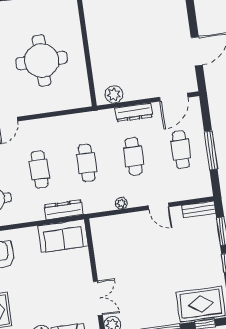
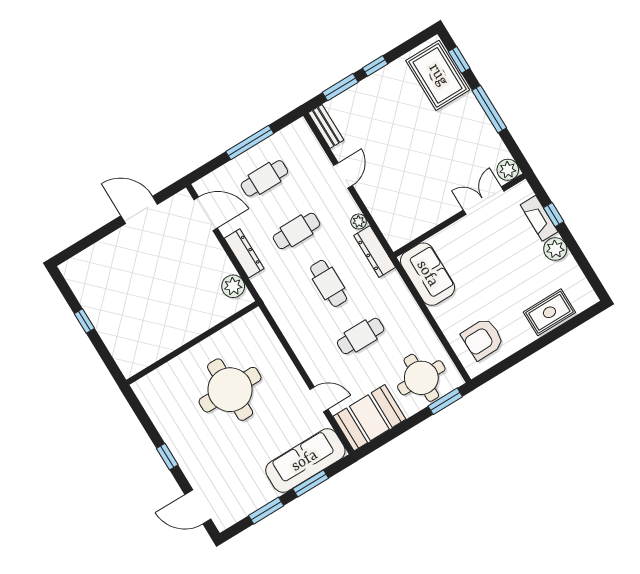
cafe table: (87, 163) -> (329, 283), turned 90
dresser: (63, 210) -> (375, 251), moved

